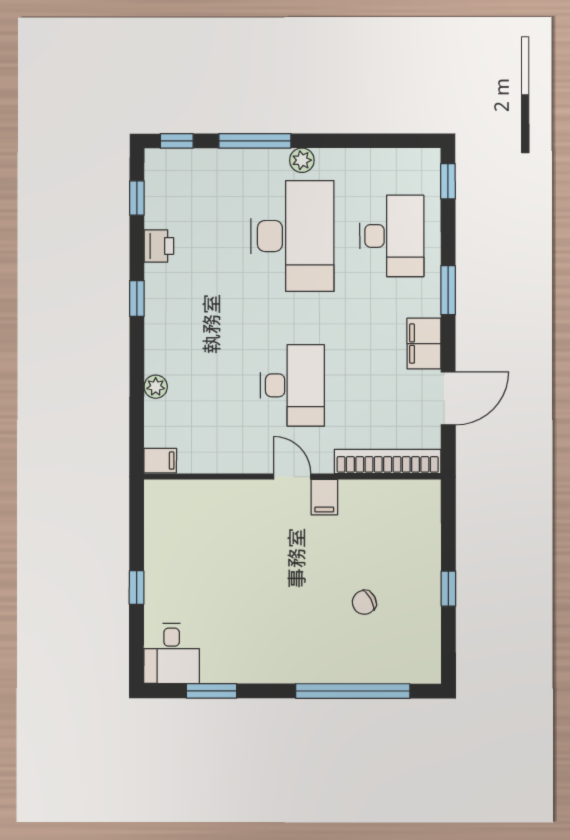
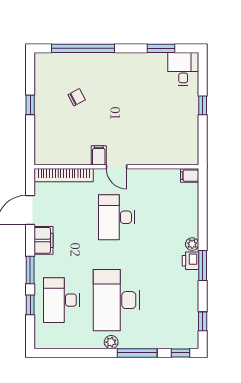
window: (448, 181) -> (30, 305), moved
printer: (159, 246) -> (190, 261), moved
window: (137, 298) -> (203, 265), width x1.50
plant: (156, 387) -> (192, 244), moved

